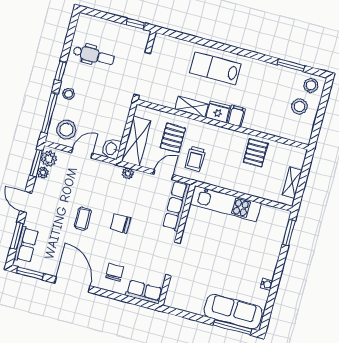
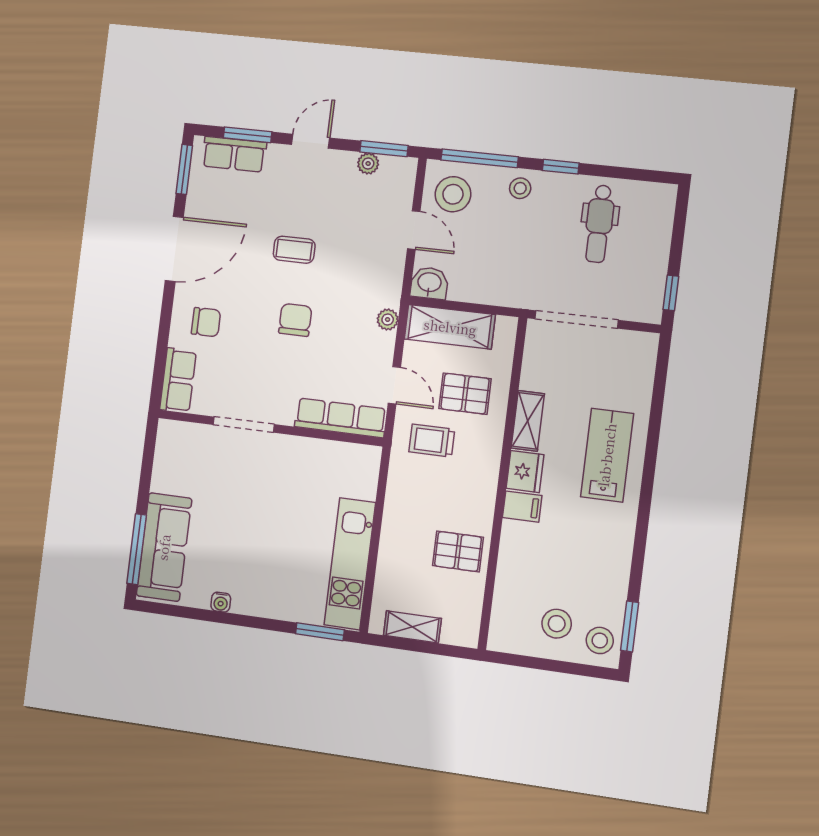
window: (291, 65) -> (630, 626), moved
plant: (49, 159) -> (395, 171), removed
kitchen unit: (226, 204) -> (350, 564), moved

